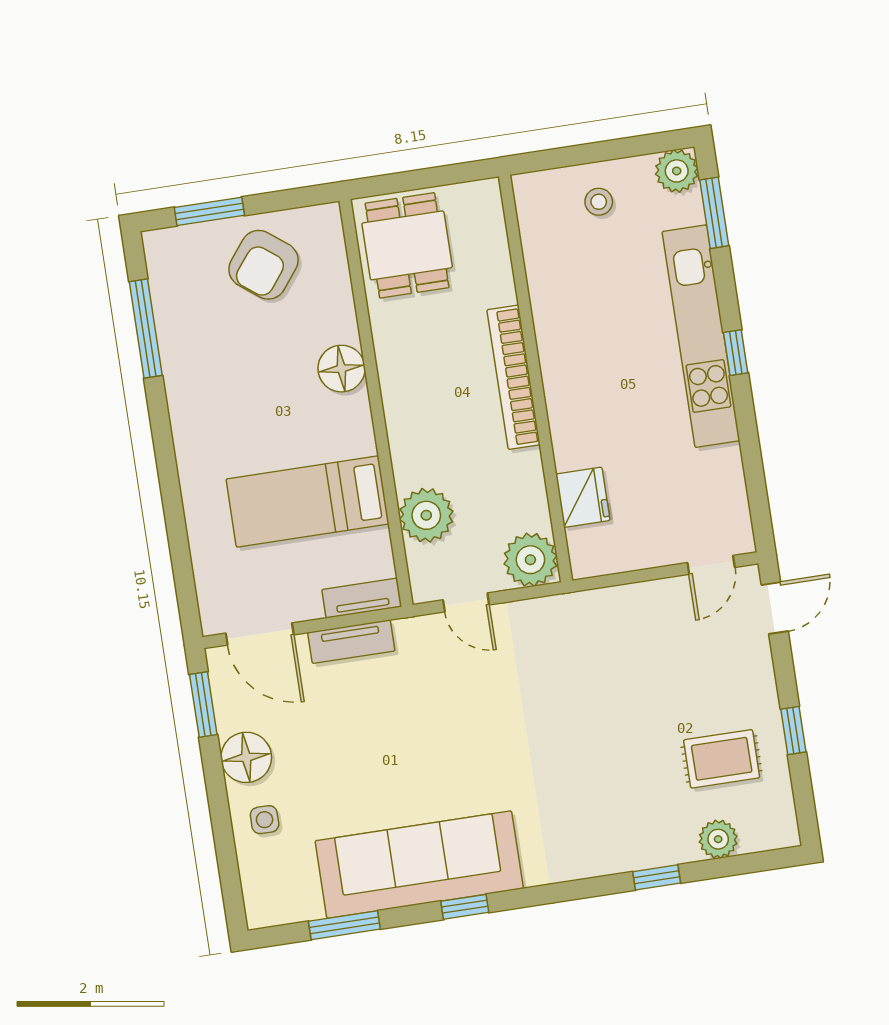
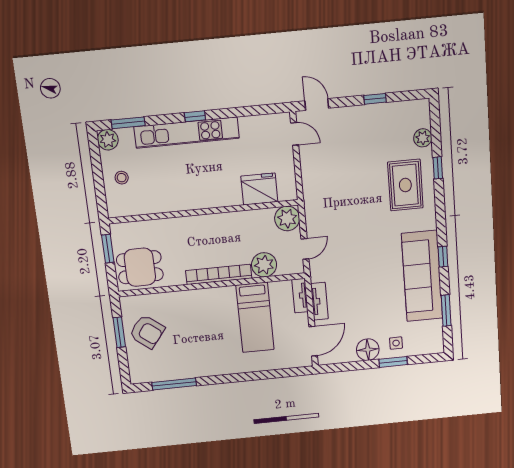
window: (444, 175) -> (108, 249), added
window: (209, 211) -> (119, 332), moved
floor lamp: (341, 369) -> (195, 299), removed
bookcase: (513, 377) -> (219, 274), moved, turned 180
fridge: (583, 497) -> (259, 189), width x1.36, depth x1.34
window: (203, 705) -> (393, 362), moved
rug: (722, 759) -> (405, 185), moved, width x1.36, depth x1.43

